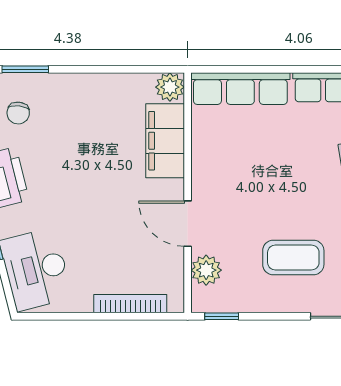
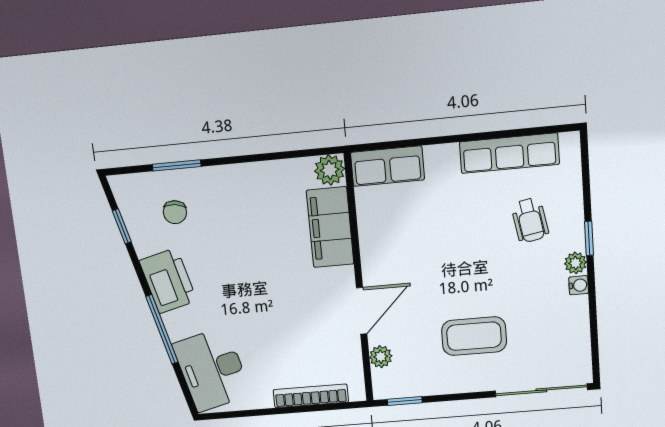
row of seats: (240, 89) -> (387, 166), width x0.68
door: (188, 224) -> (362, 311), swing flipped
plant: (206, 270) -> (381, 357), width x0.73, depth x0.73

